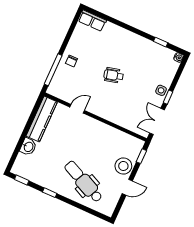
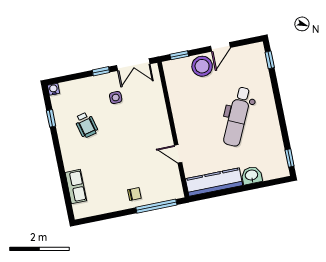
row of seats: (92, 21) -> (76, 187), moved
wheelchair: (114, 75) -> (86, 125), moved
side table: (161, 90) -> (116, 98), moved
dental chair: (84, 182) -> (238, 117), moved
door: (127, 187) -> (220, 47), swing flipped
window: (50, 193) -> (270, 60), moved

